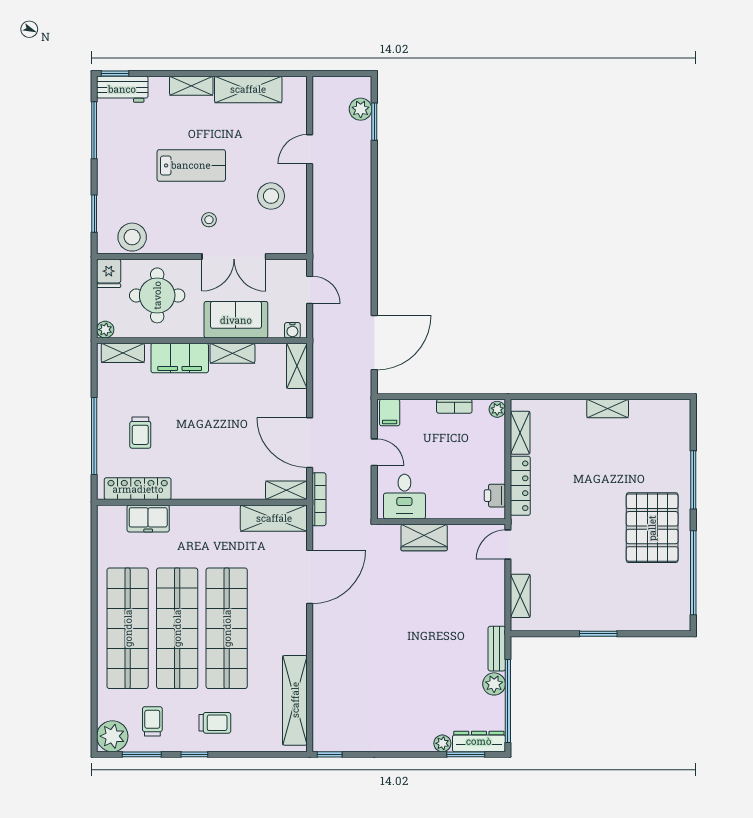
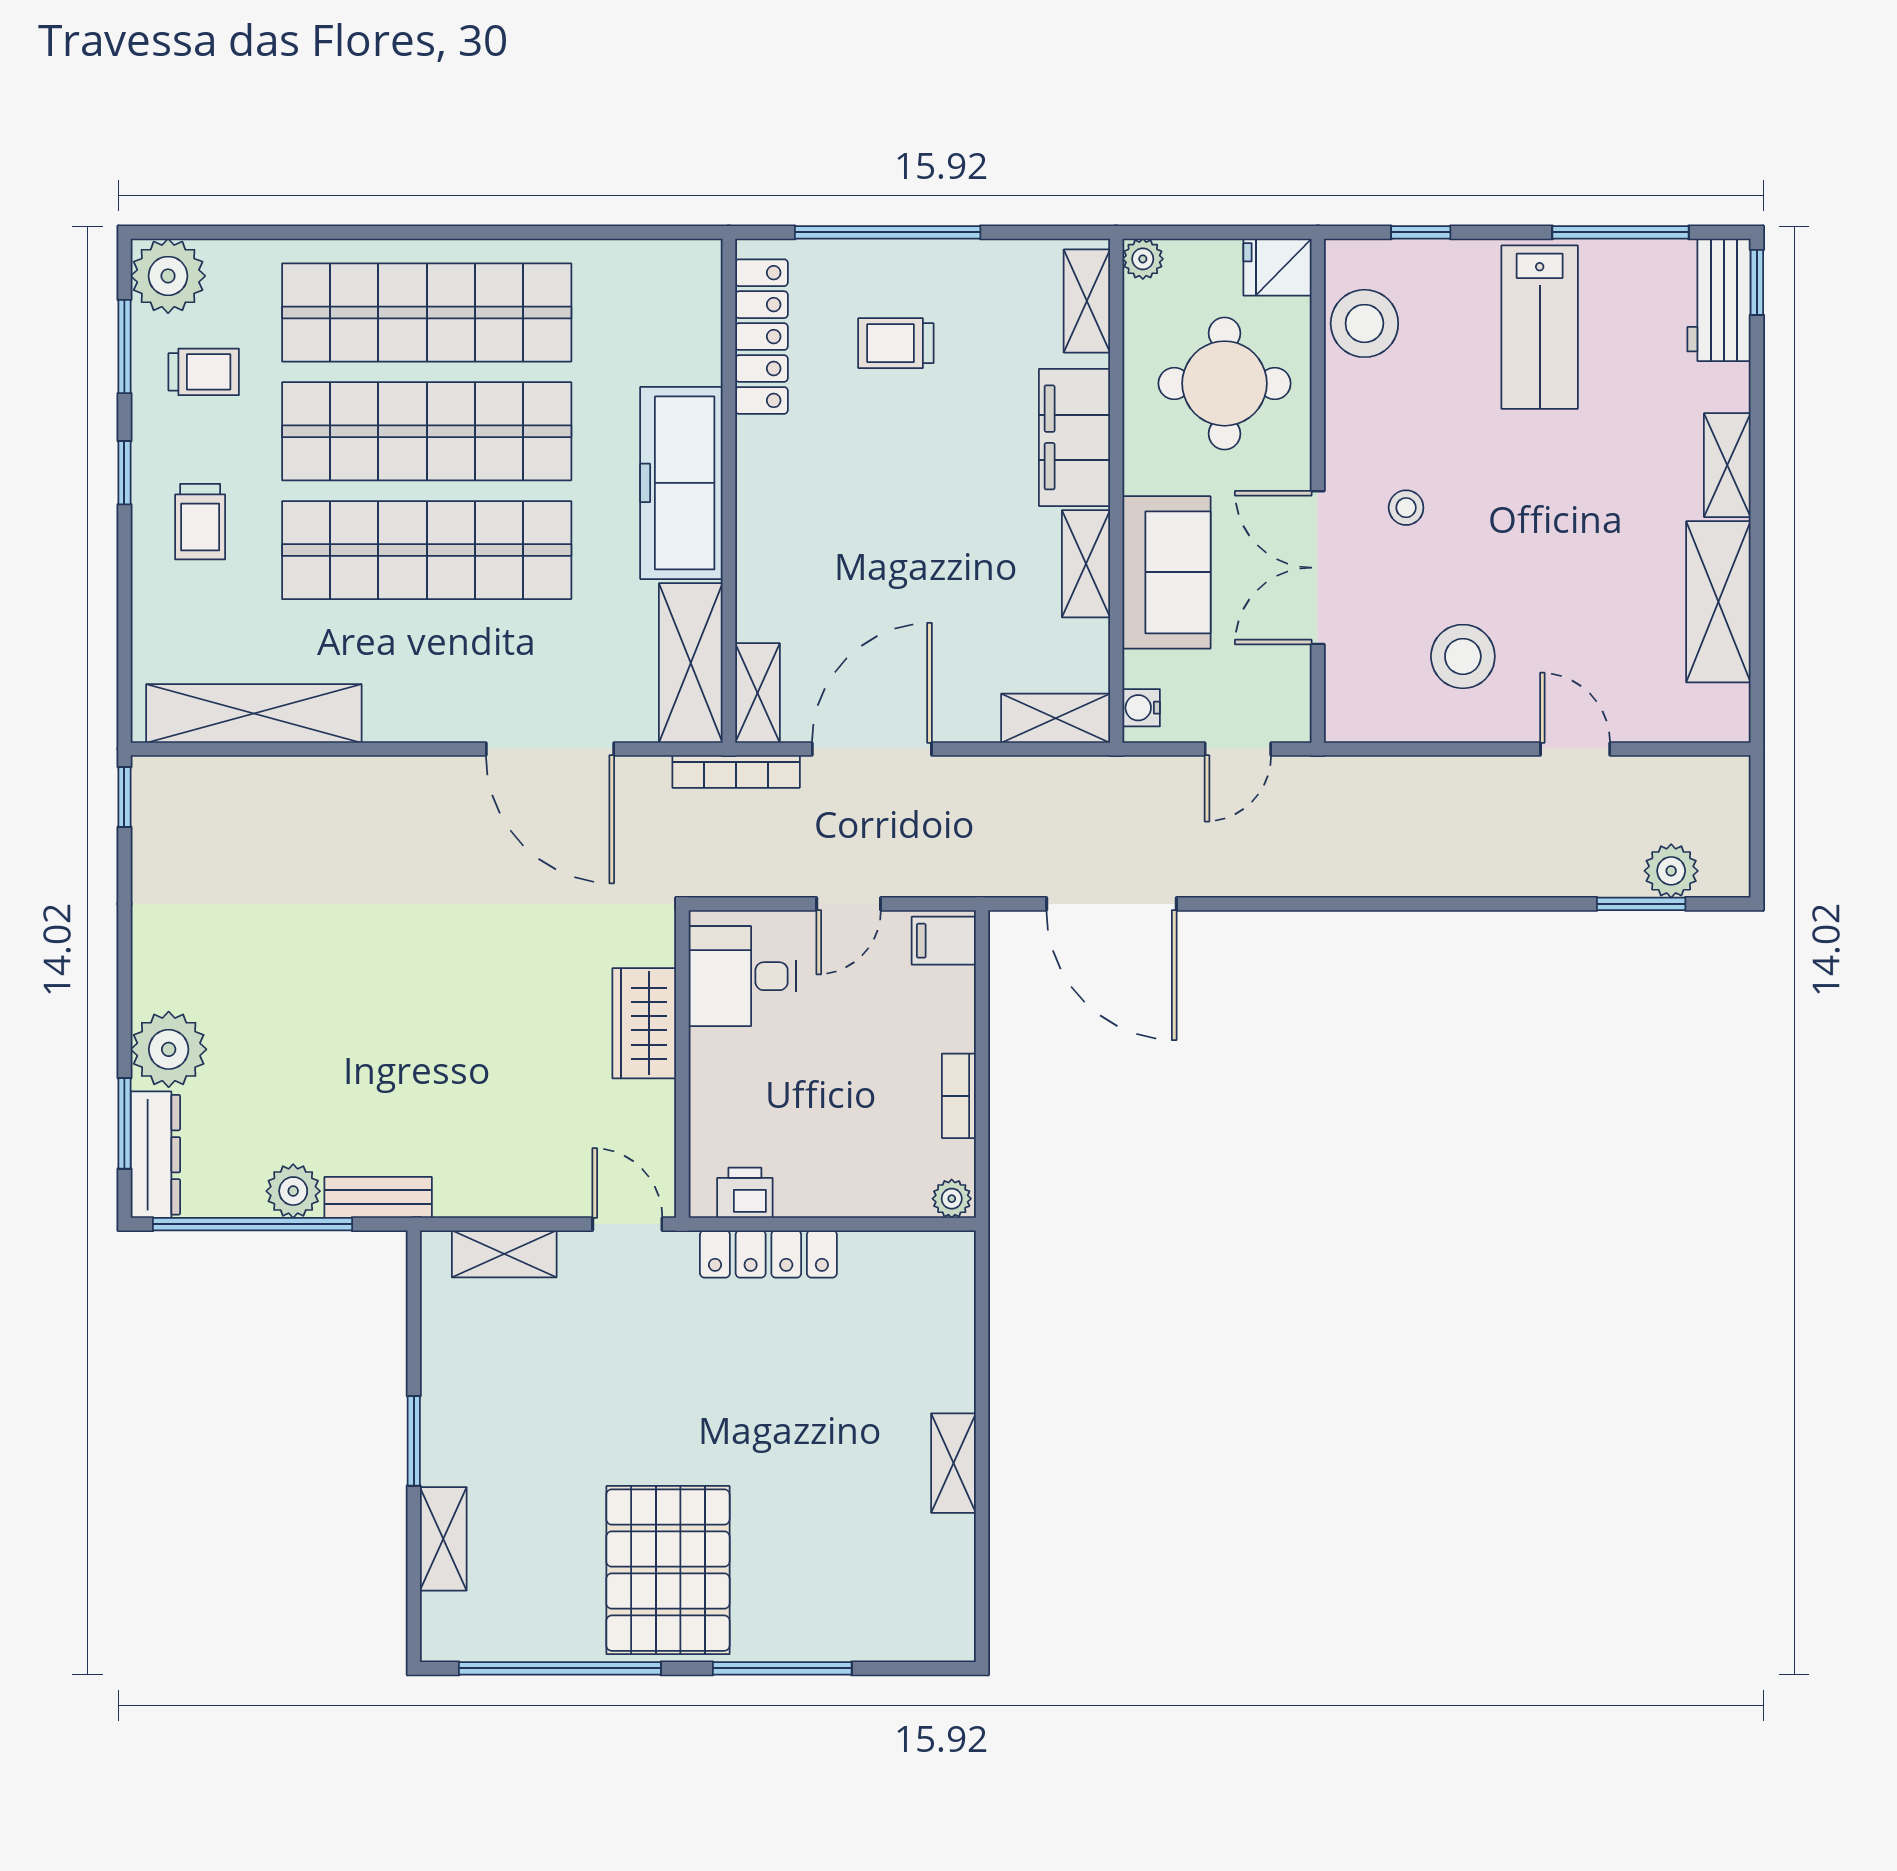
lab bench: (191, 165) -> (1540, 327), moved
window: (94, 214) -> (1421, 232), width x0.67
shelving: (520, 433) -> (443, 1539), moved, turned 90
freezer: (148, 518) -> (681, 483), moved, width x1.91, depth x1.26
pallet: (652, 528) -> (668, 1570), turned 90
plant: (442, 743) -> (169, 1049), width x1.87, depth x1.87

